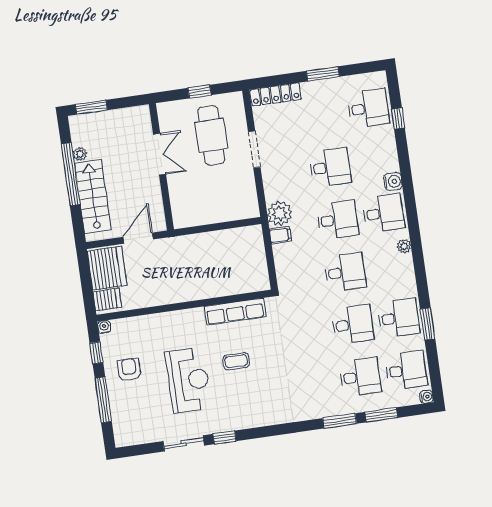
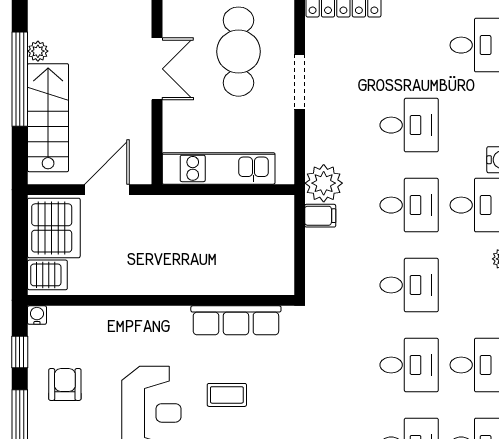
kitchen unit: (209, 214) -> (219, 168), added

